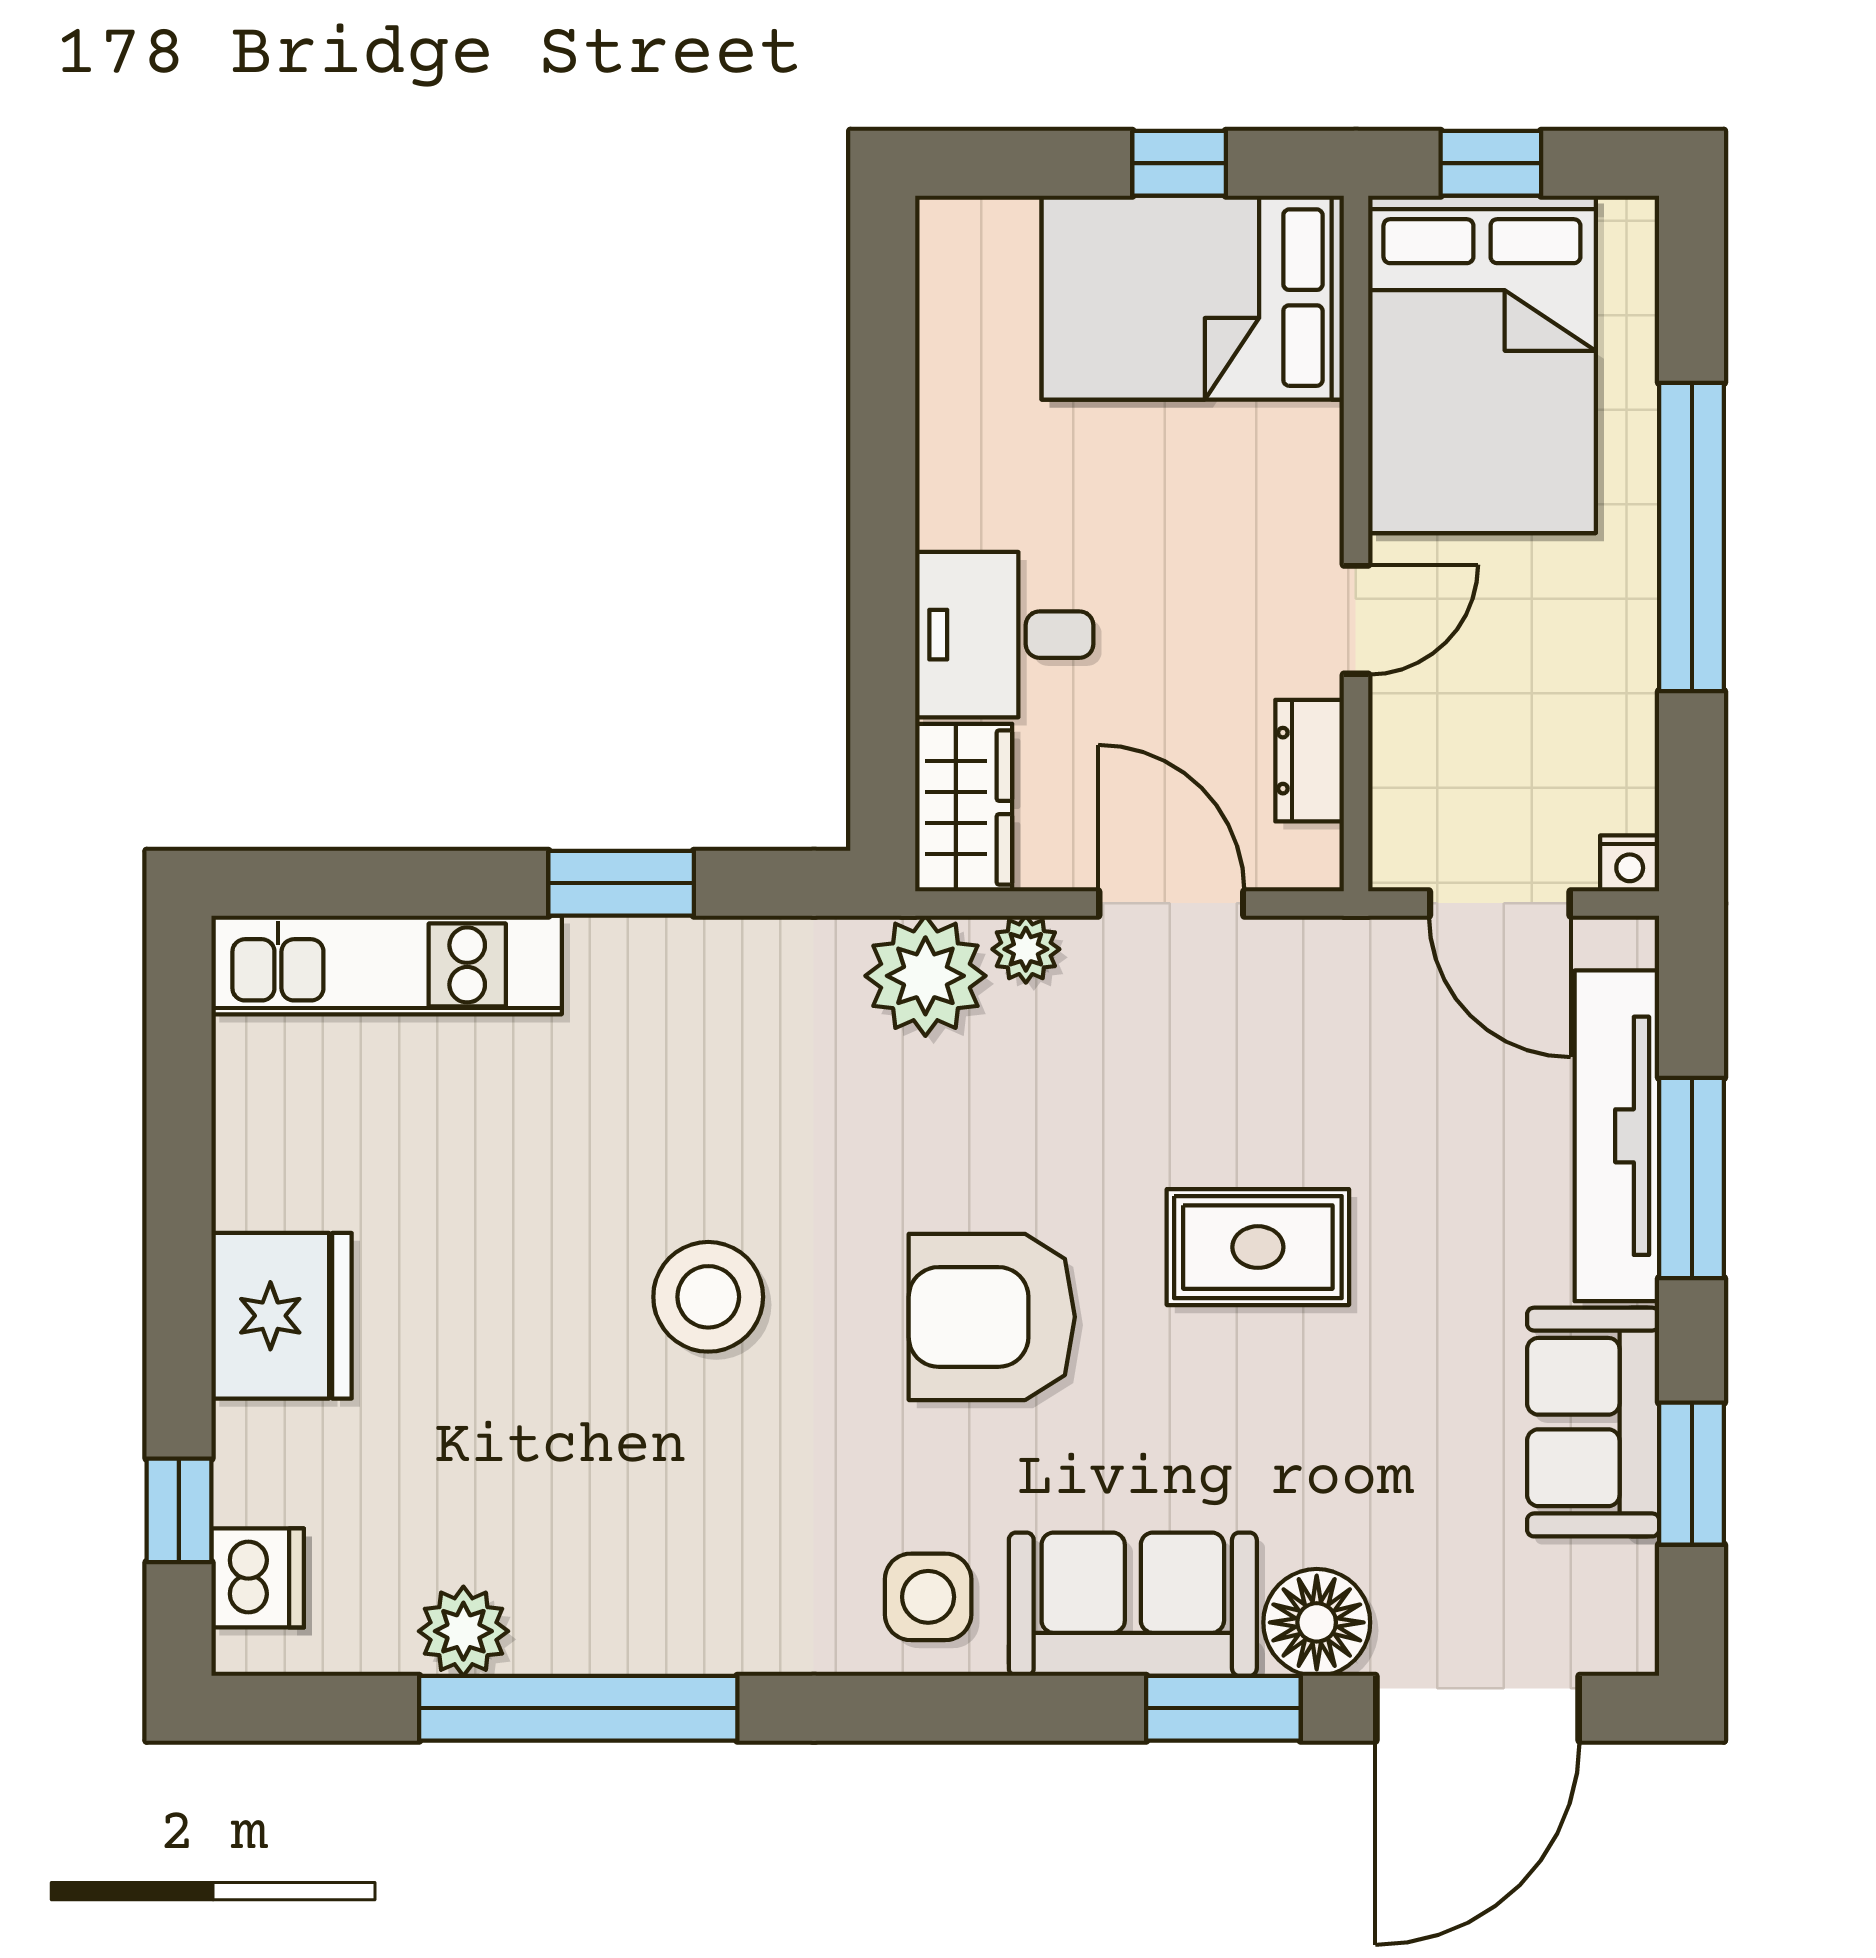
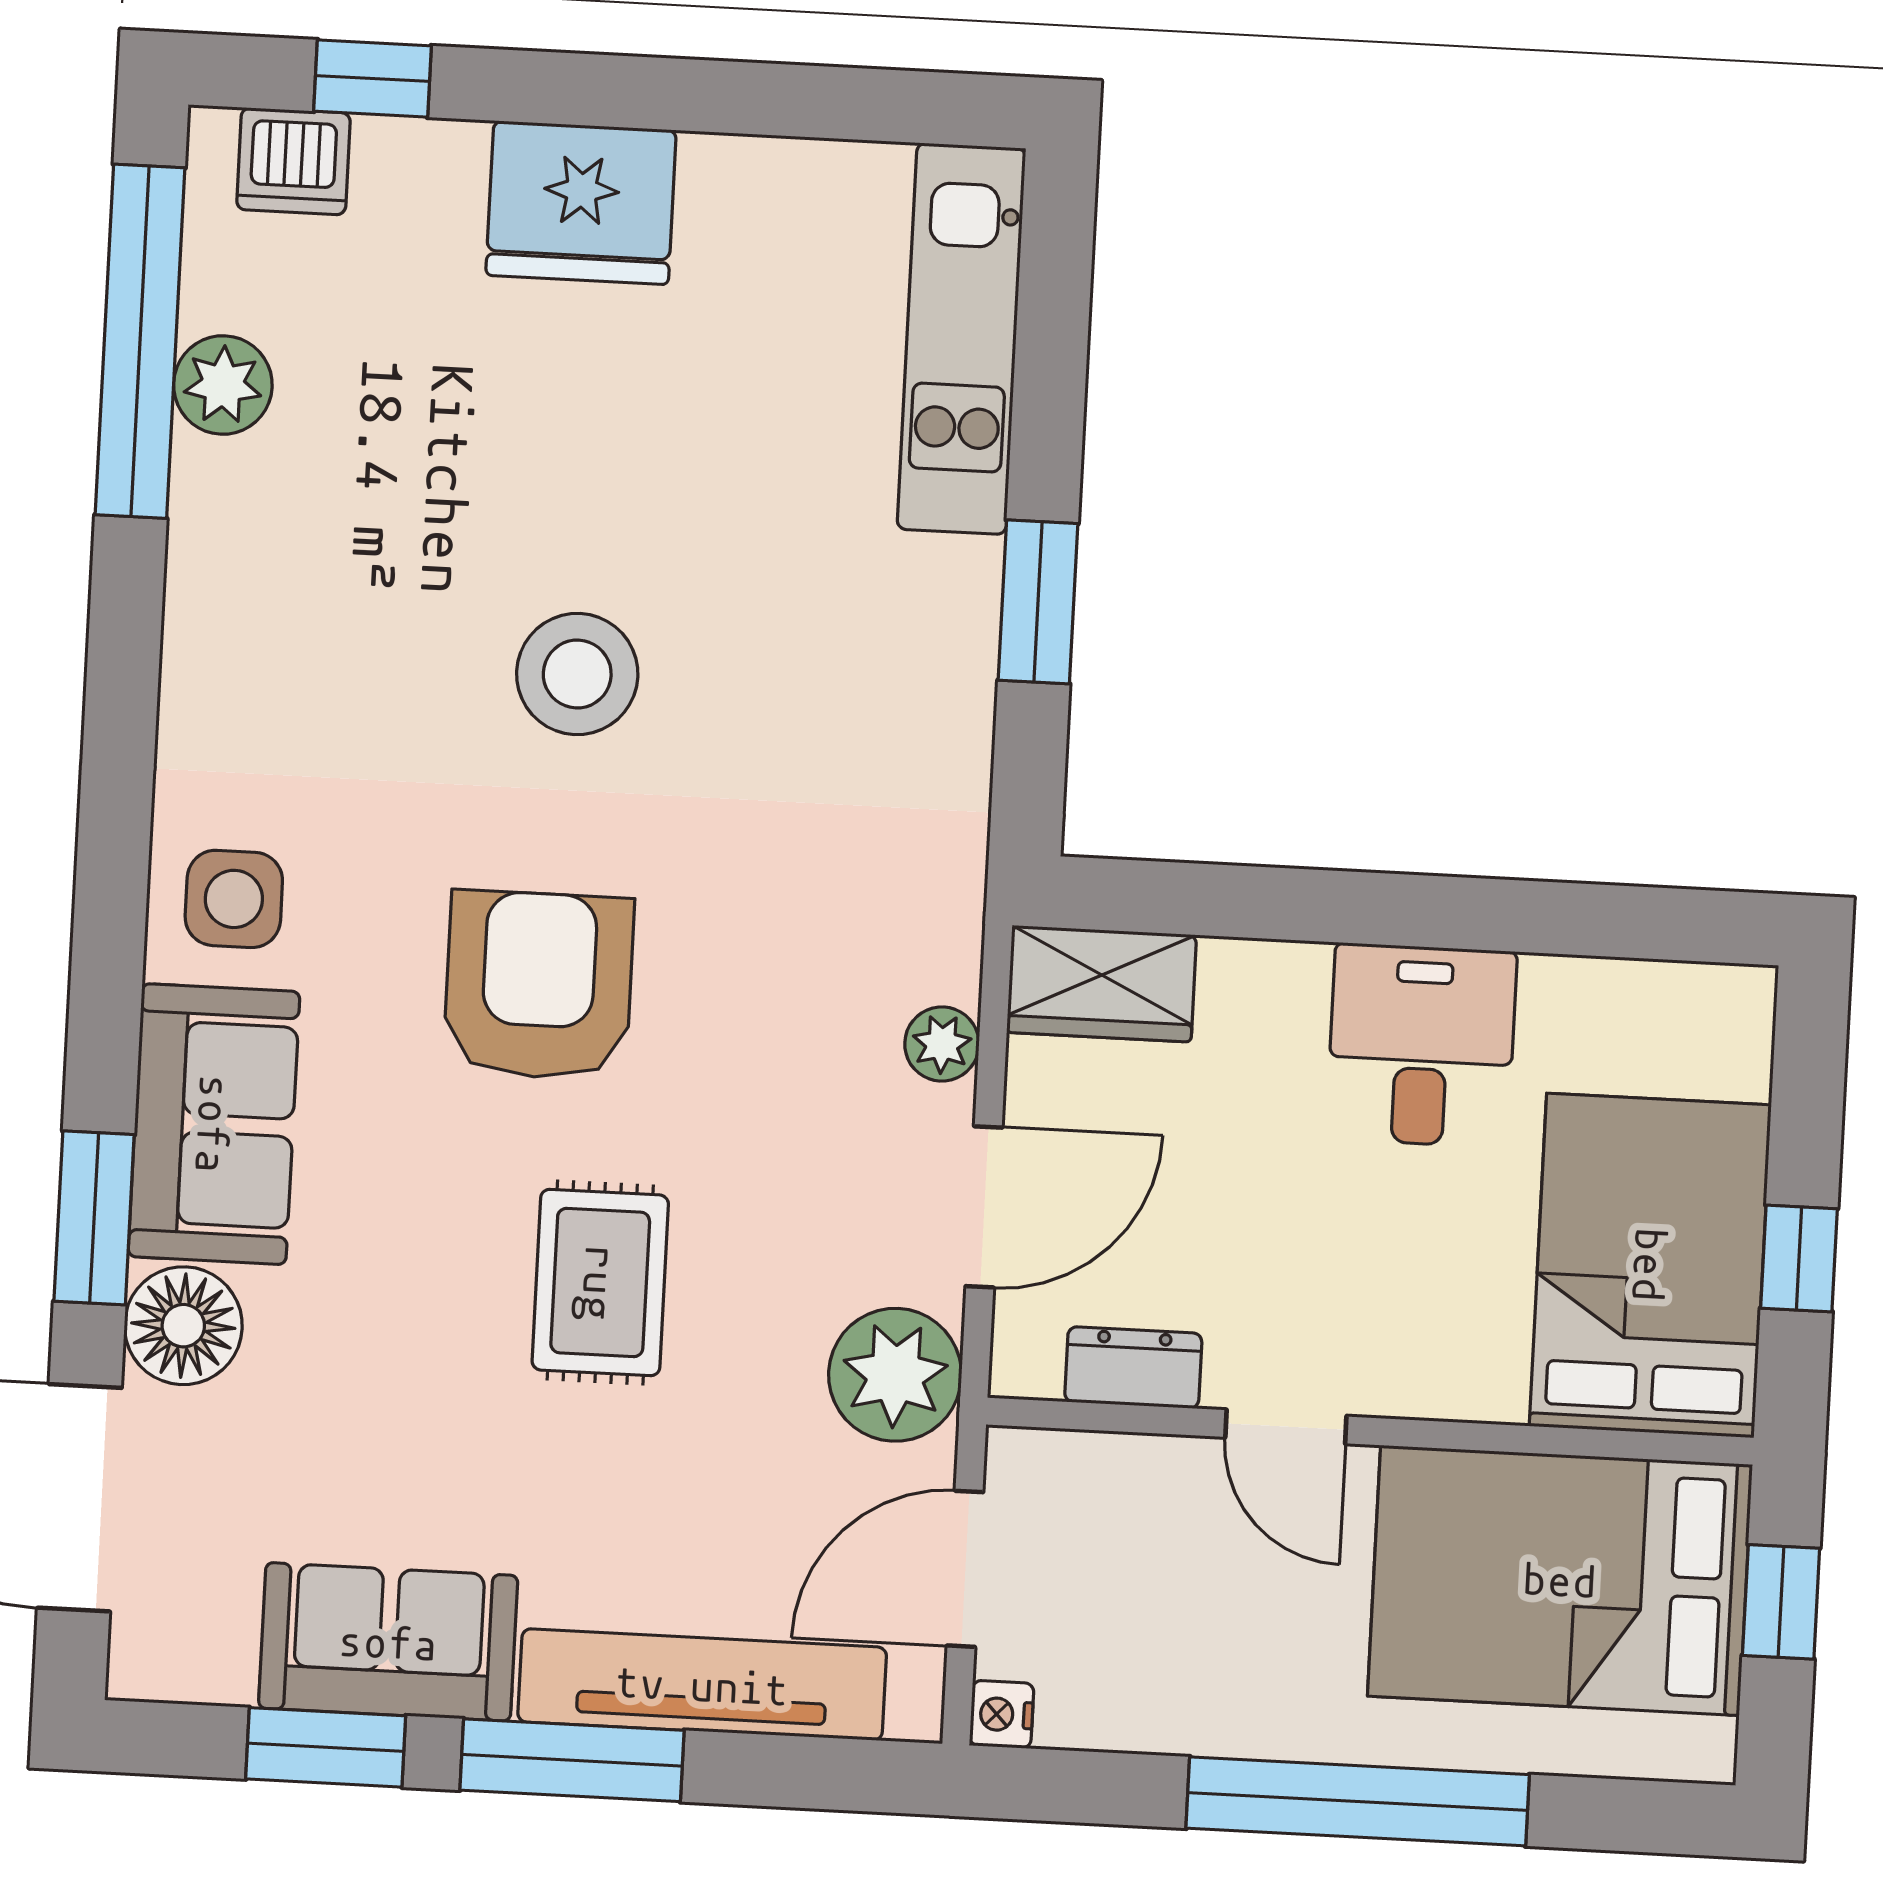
desk: (1004, 635) -> (1421, 1045), moved
plant: (925, 976) -> (895, 1375), moved
window: (1692, 1178) -> (572, 1760), moved
window: (578, 1708) -> (140, 341), moved

